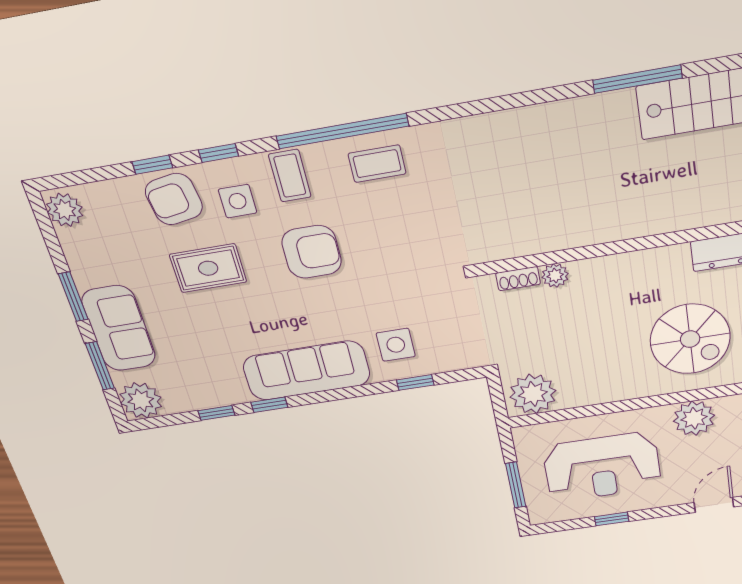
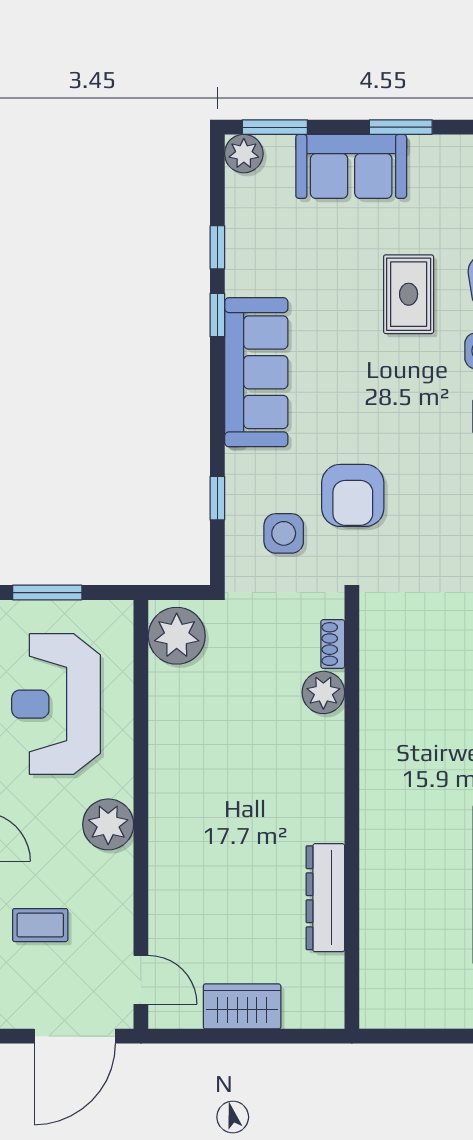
armchair: (312, 252) -> (353, 495), moved
plant: (555, 276) -> (323, 692), width x1.38, depth x1.38
spiral stairs: (690, 339) -> (219, 831), removed
side table: (396, 345) -> (284, 533), moved
window: (100, 366) -> (275, 127), moved
plant: (141, 400) -> (244, 154), width x0.73, depth x0.73

